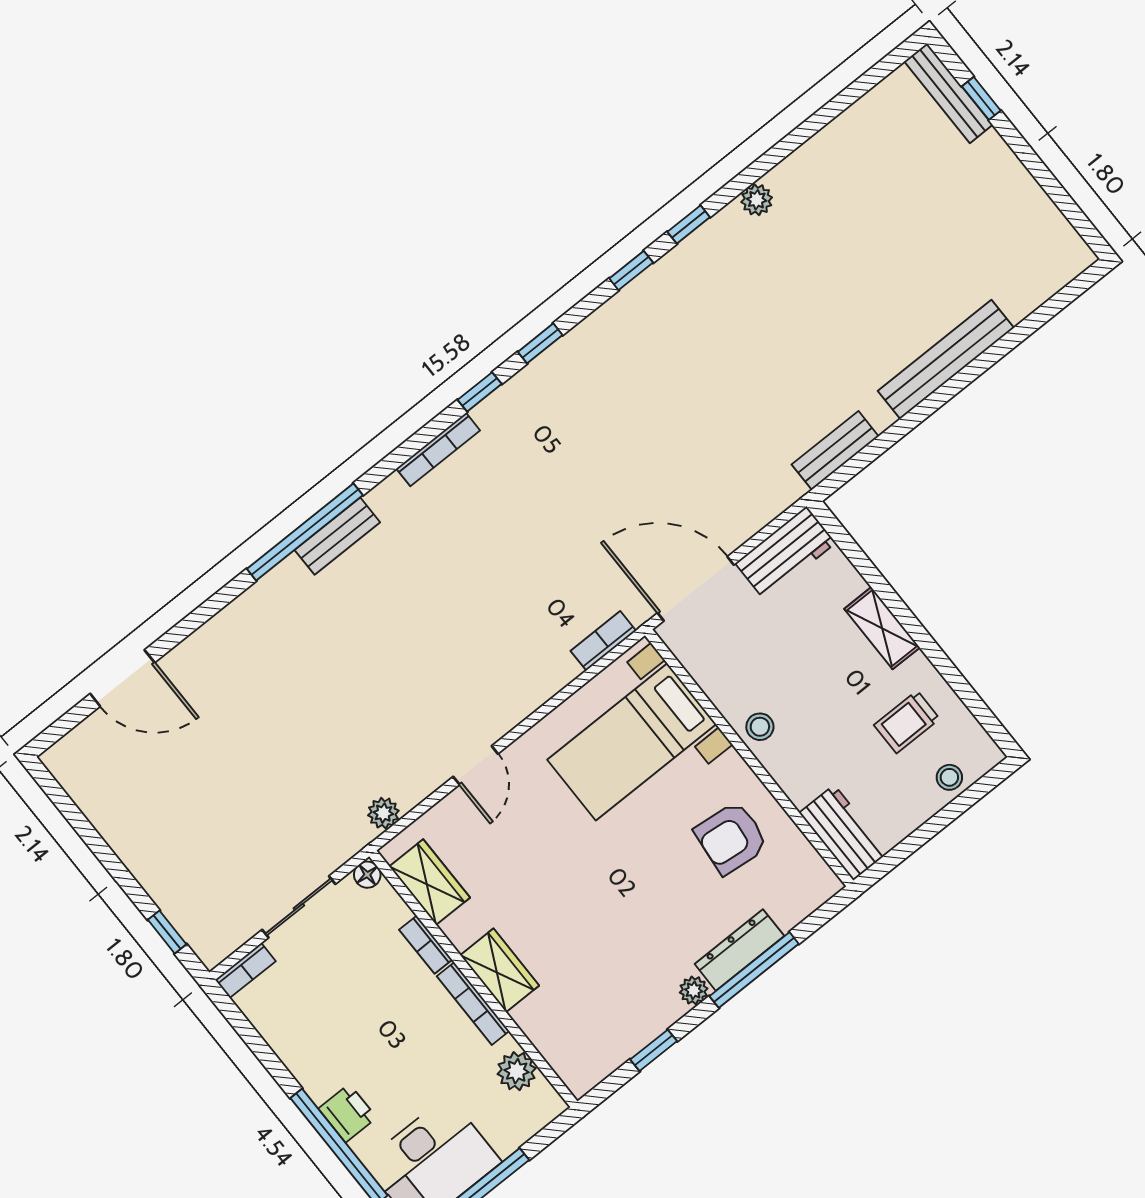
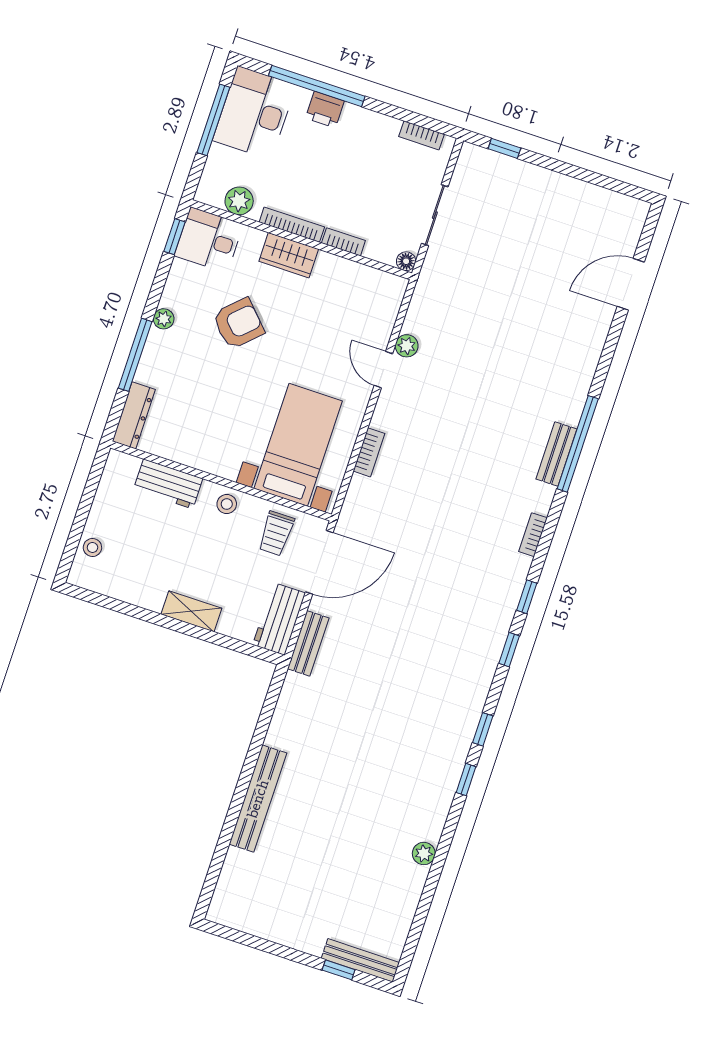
plant: (757, 200) -> (424, 854), moved
bookcase: (438, 450) -> (533, 535), width x0.64
bench: (835, 450) -> (308, 643), moved
bookcase: (603, 641) -> (369, 452), moved
trolley: (907, 722) -> (276, 533), moved, turned 180
plant: (383, 813) -> (407, 346), moved
workbench: (844, 833) -> (168, 484), moved
armchair: (731, 838) -> (238, 324), moved, turned 40
wardrobe: (430, 882) -> (366, 281), removed
dresser: (739, 950) -> (134, 415), moved
bookcase: (245, 971) -> (421, 135), moved, turned -90
desk: (581, 1048) -> (209, 240), added
window: (654, 1050) -> (175, 237), moved

